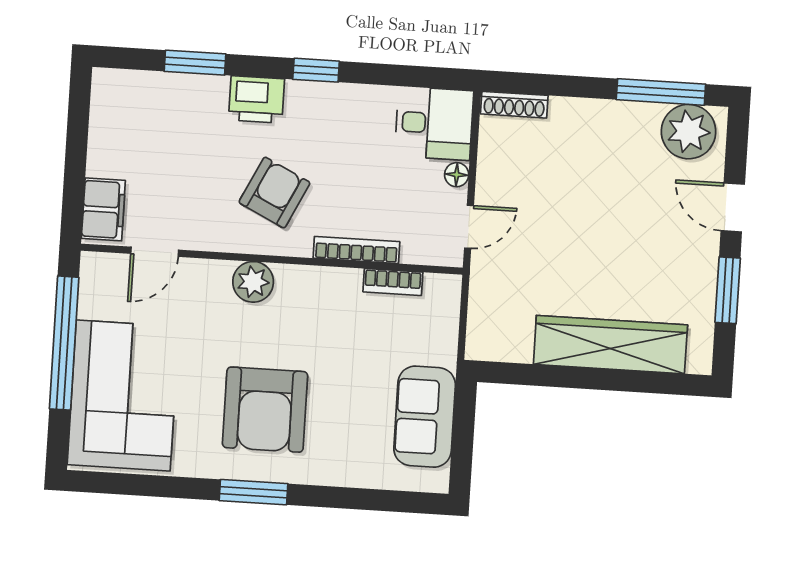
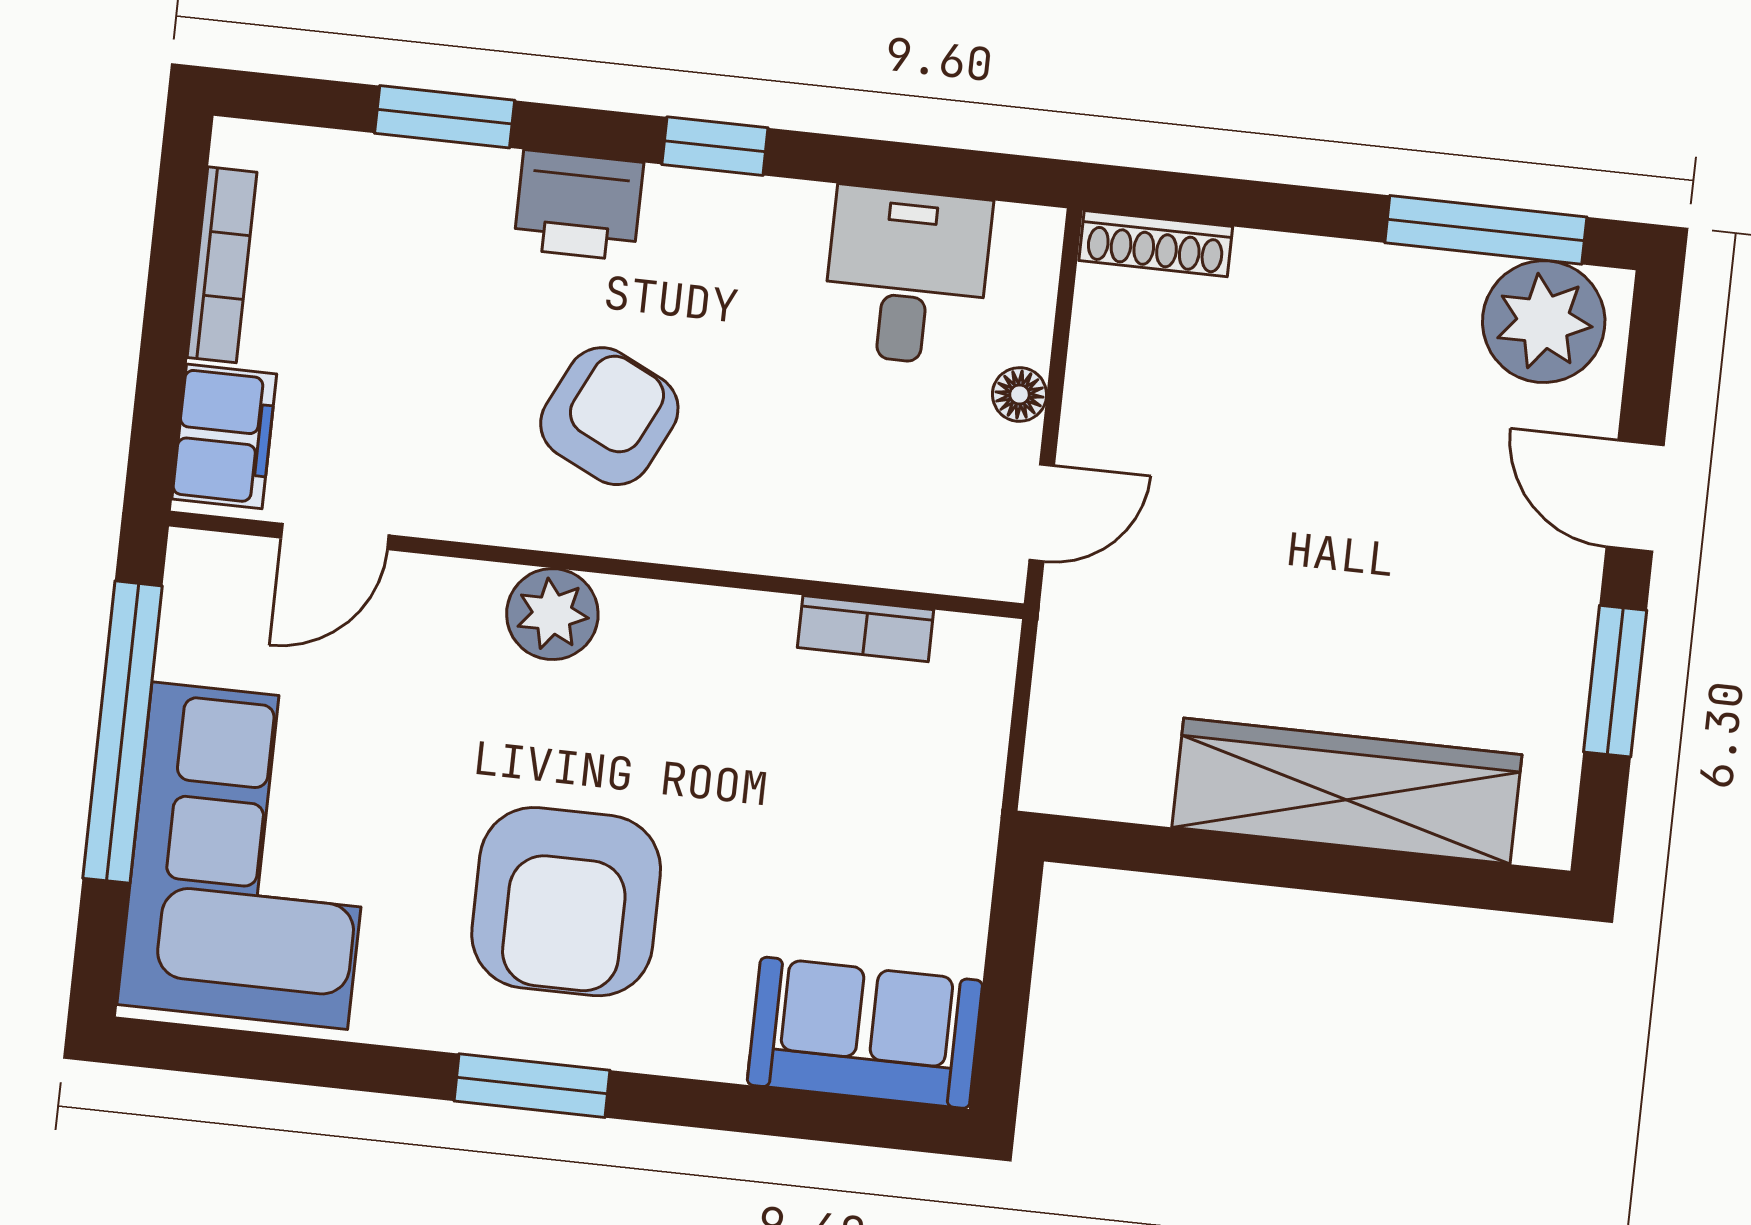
desk: (434, 123) -> (907, 276), moved, turned -90
bookcase: (356, 250) -> (222, 265), moved, turned 90
sofa: (425, 417) -> (865, 1033), moved, turned 90

